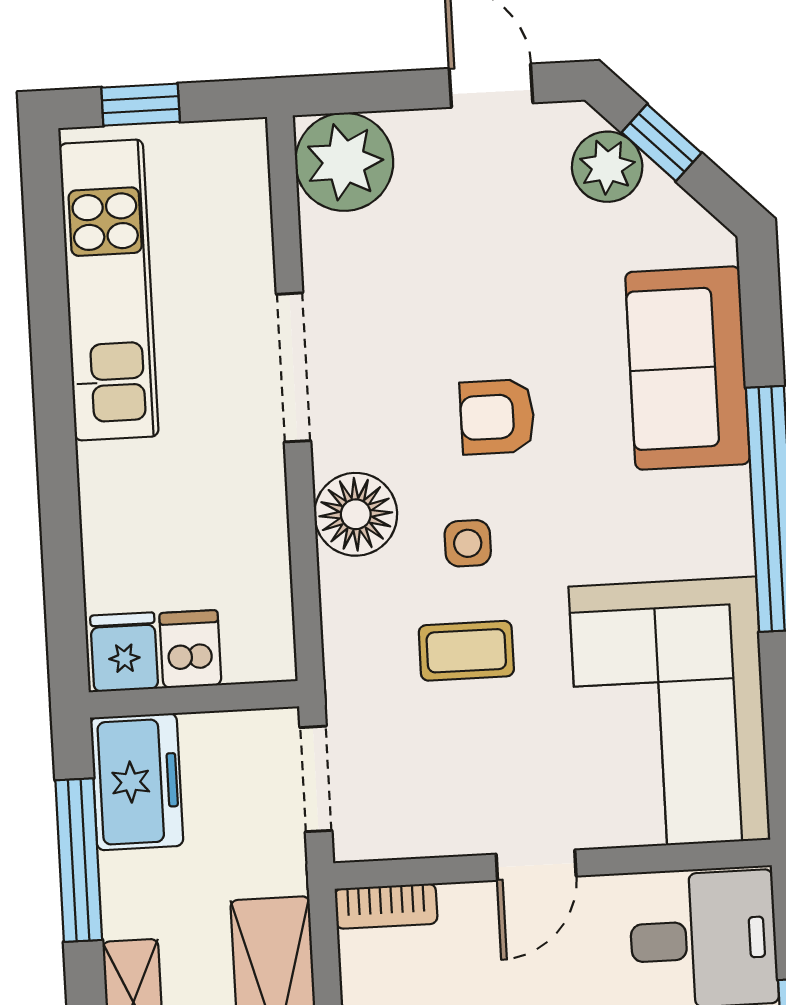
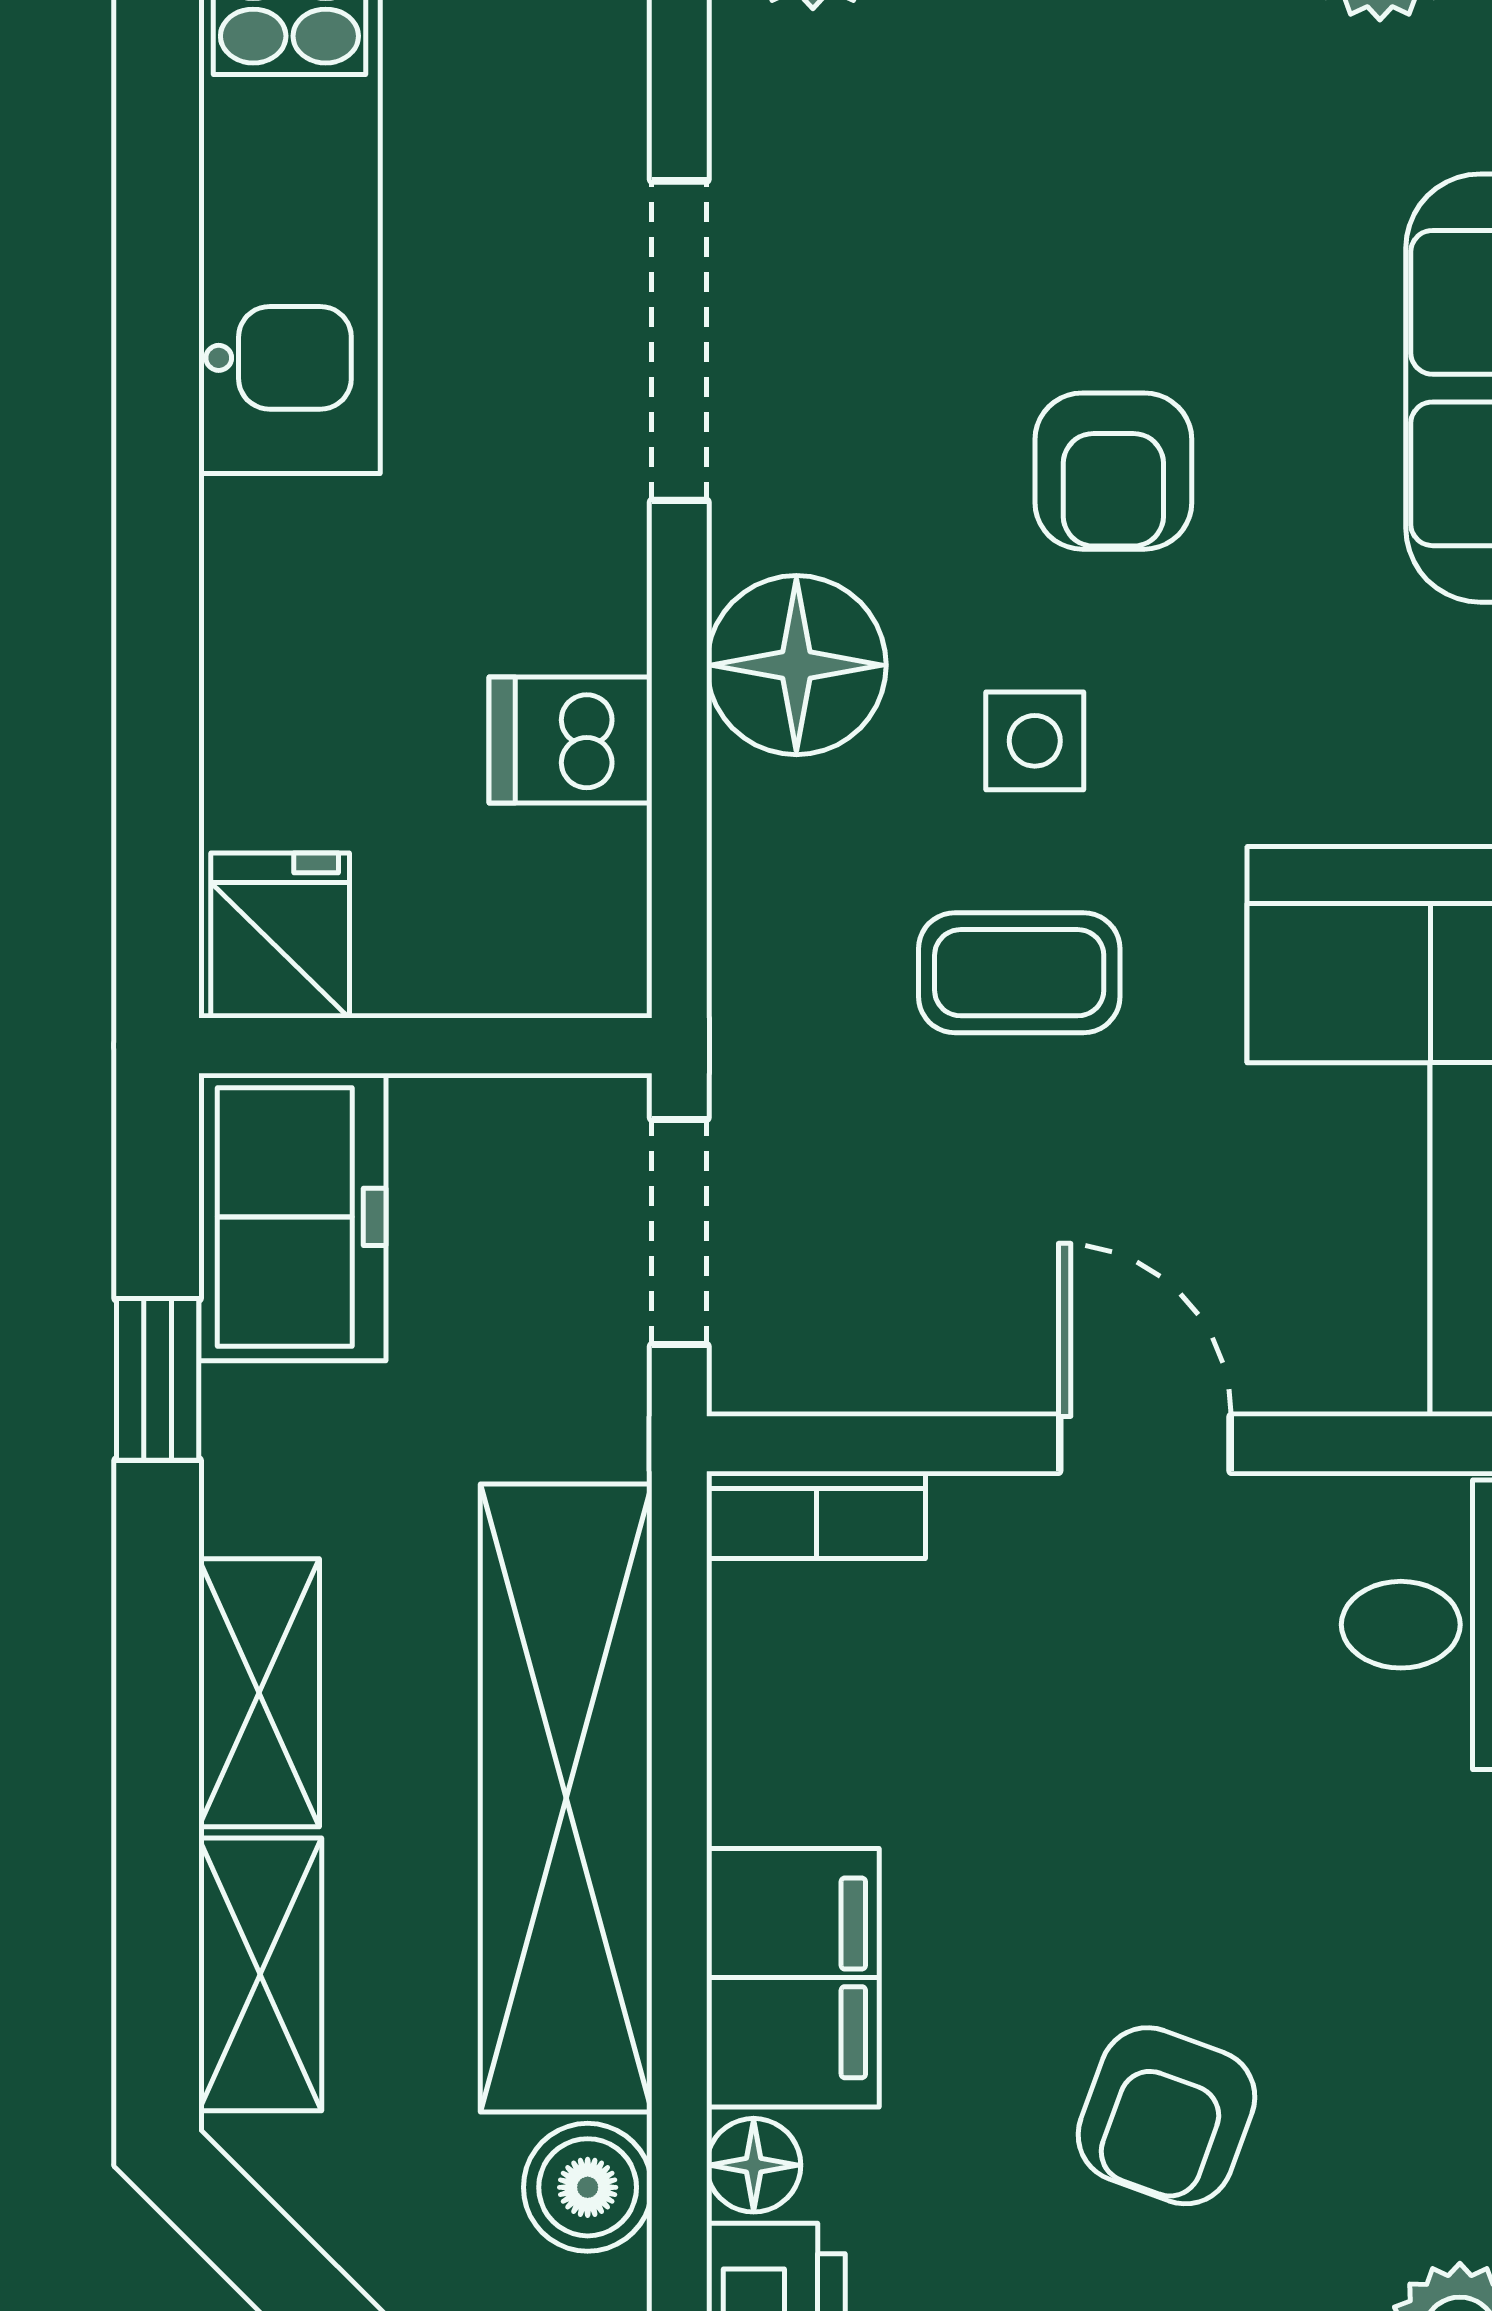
armchair: (497, 417) -> (1113, 471), turned -90
dishwasher: (190, 649) -> (570, 740), moved, turned -90
window: (79, 860) -> (158, 1379), width x0.46
door: (536, 865) -> (1145, 1444), swing flipped

